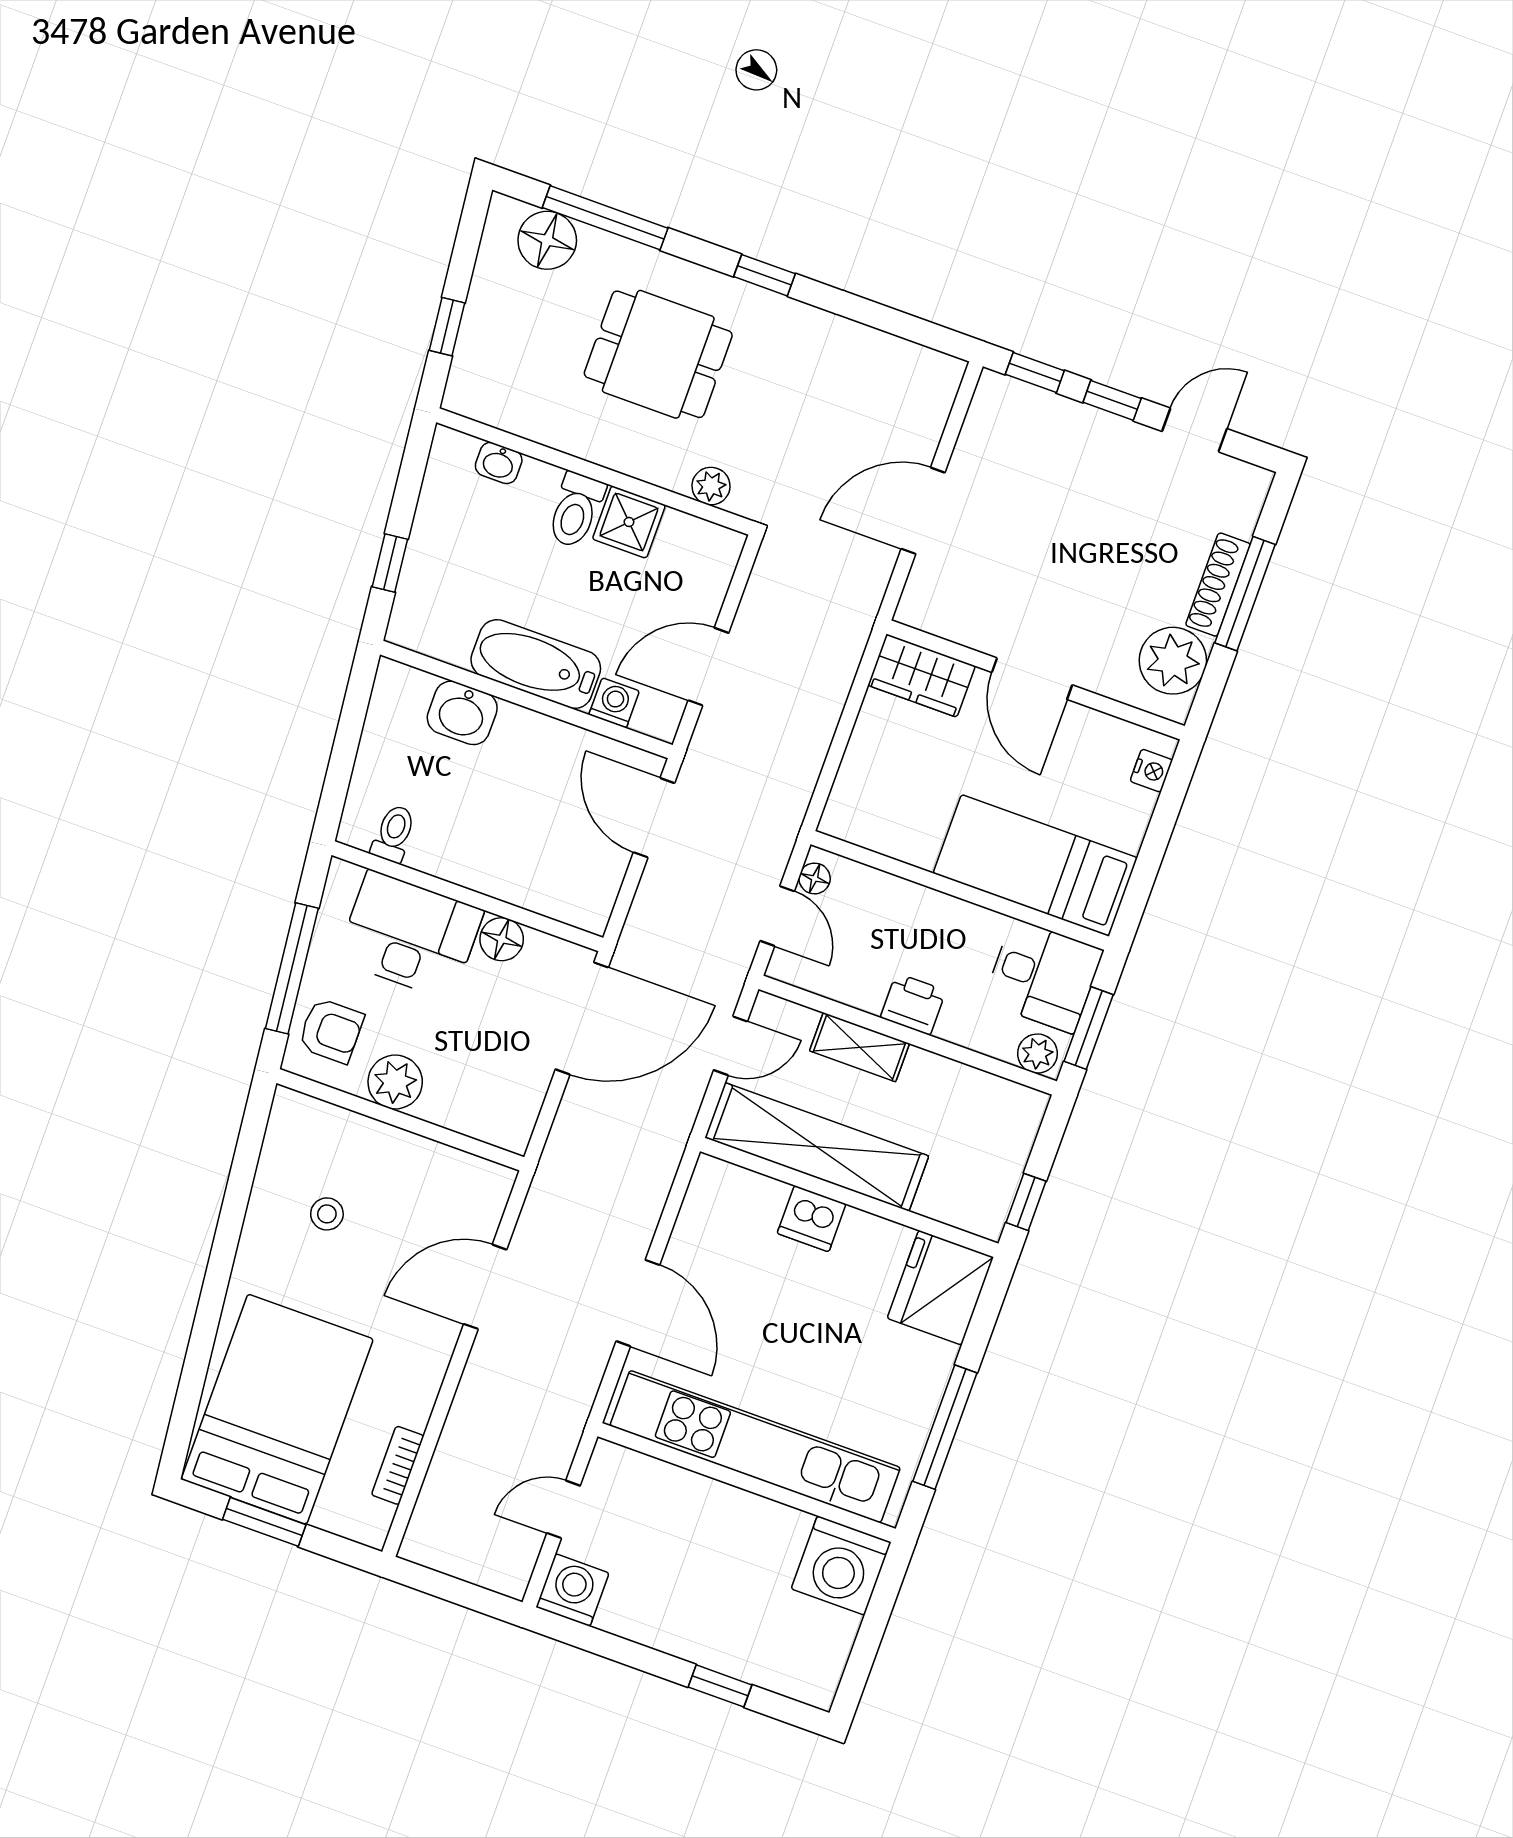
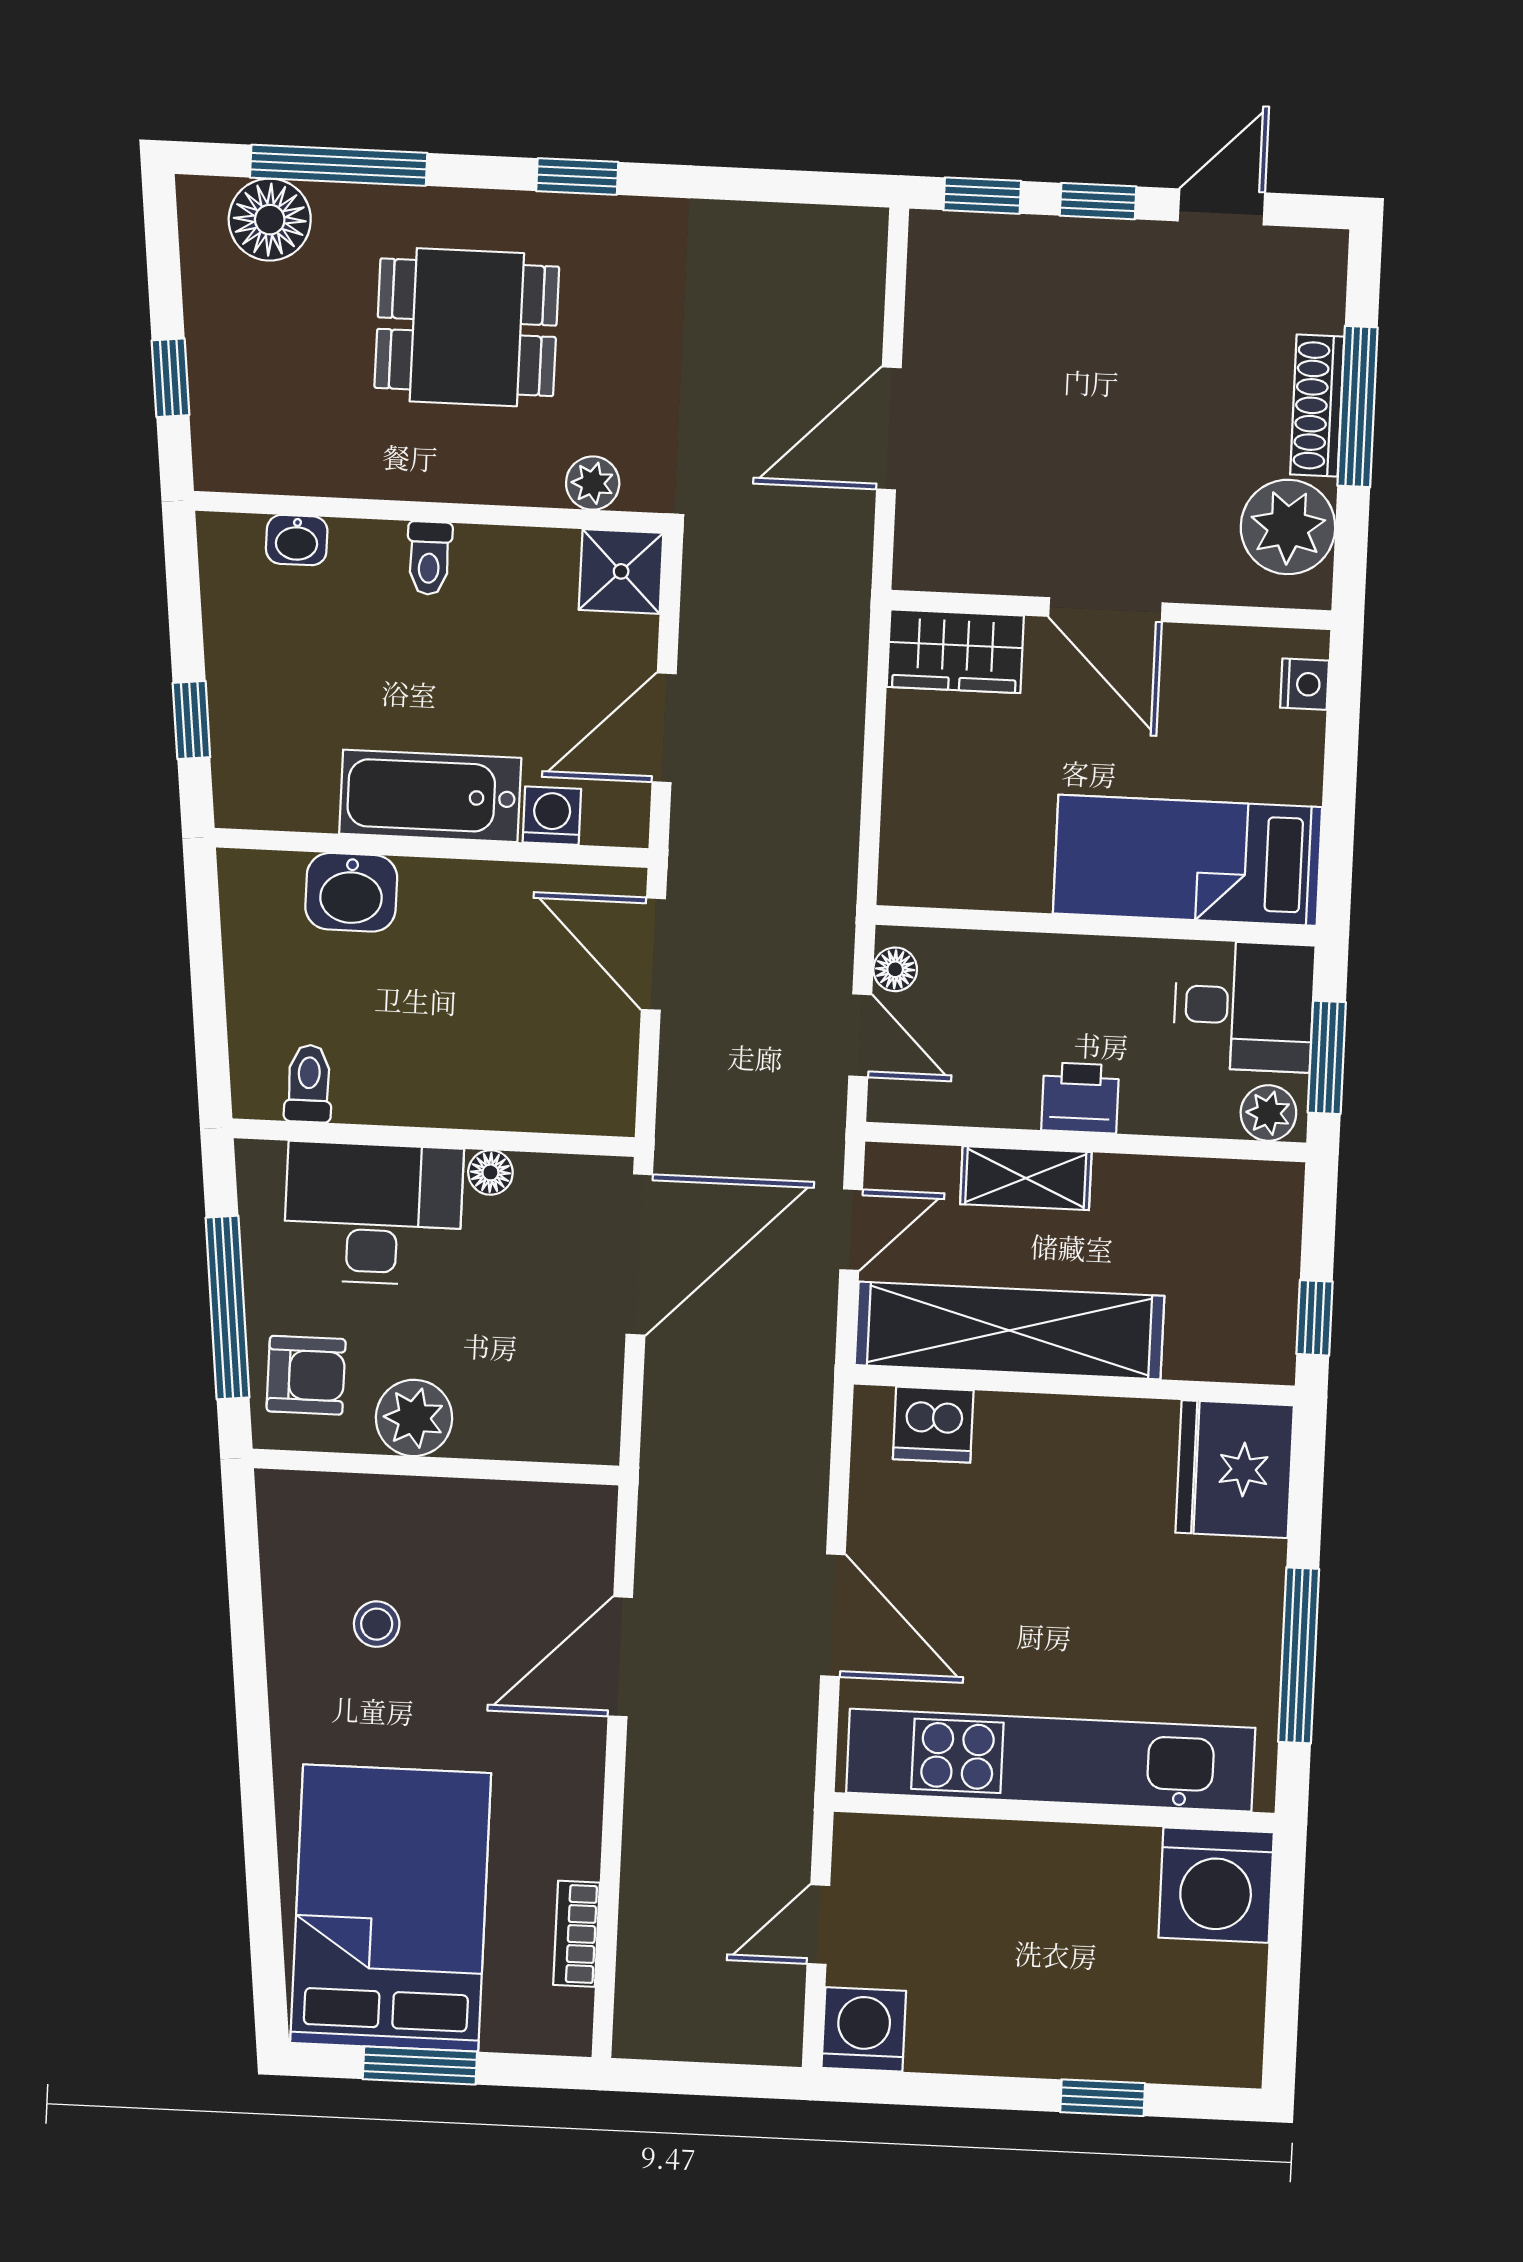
toilet: (576, 510) -> (429, 558), width x0.73, depth x0.72
shower: (629, 522) -> (621, 571), moved
floor lamp: (502, 939) -> (490, 1172), width x0.73, depth x0.73
dishwasher: (812, 1219) -> (933, 1425), moved

